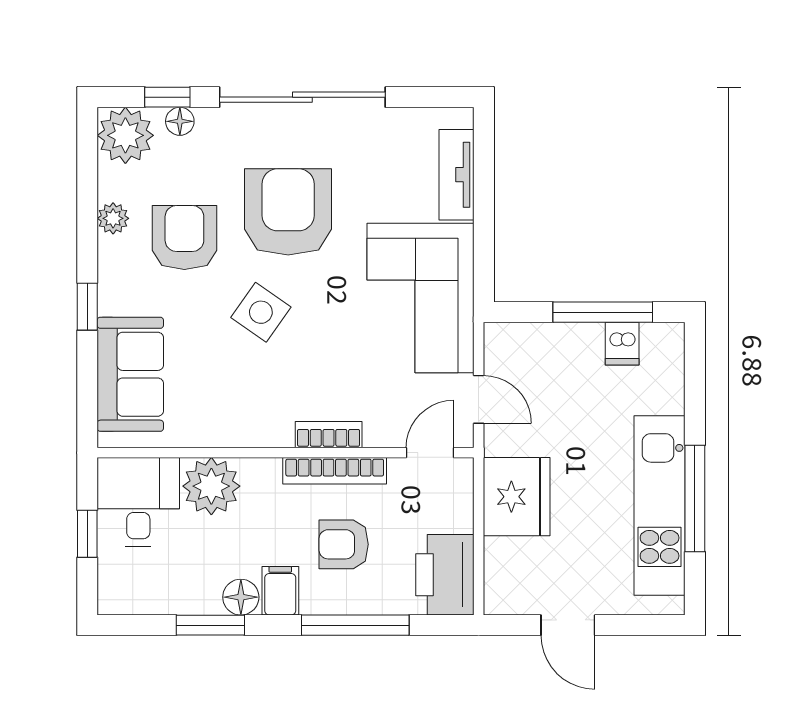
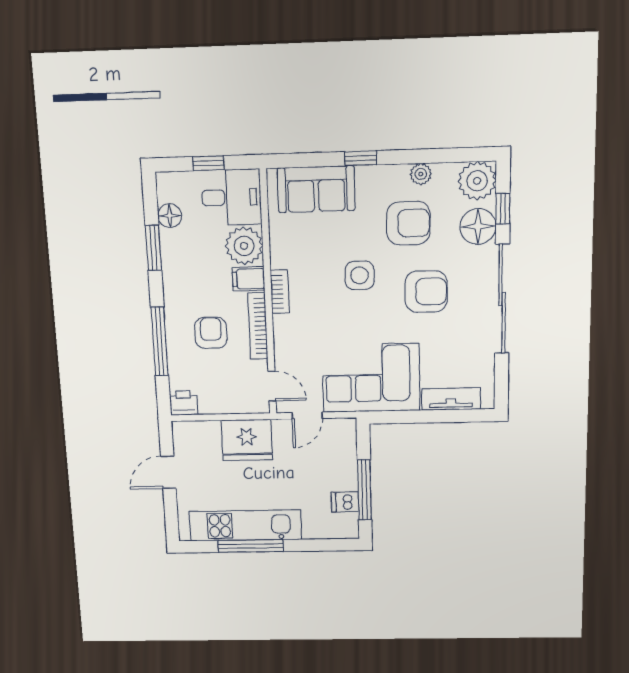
floor lamp: (180, 121) -> (478, 226), width x1.89, depth x1.89
armchair: (288, 212) -> (426, 292), width x0.73, depth x0.73
side table: (261, 312) -> (360, 275), turned -35
bookcase: (329, 435) -> (280, 292), moved
printer: (445, 575) -> (184, 403), width x0.53, depth x0.68
filing cabinet: (280, 591) -> (249, 279), moved, turned 180
floor lamp: (241, 597) -> (170, 216), moved

